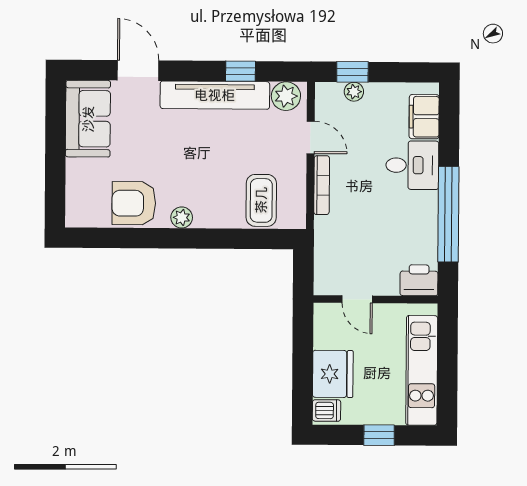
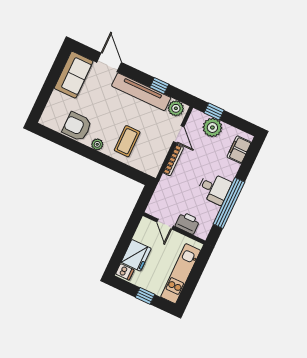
plant: (354, 92) -> (212, 128), width x1.87, depth x1.87
desk: (412, 165) -> (214, 188), moved
coffee table: (261, 200) -> (127, 141), moved
printer: (419, 280) -> (187, 223), moved

